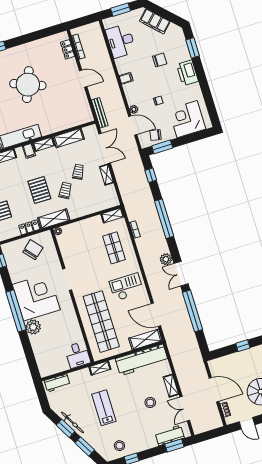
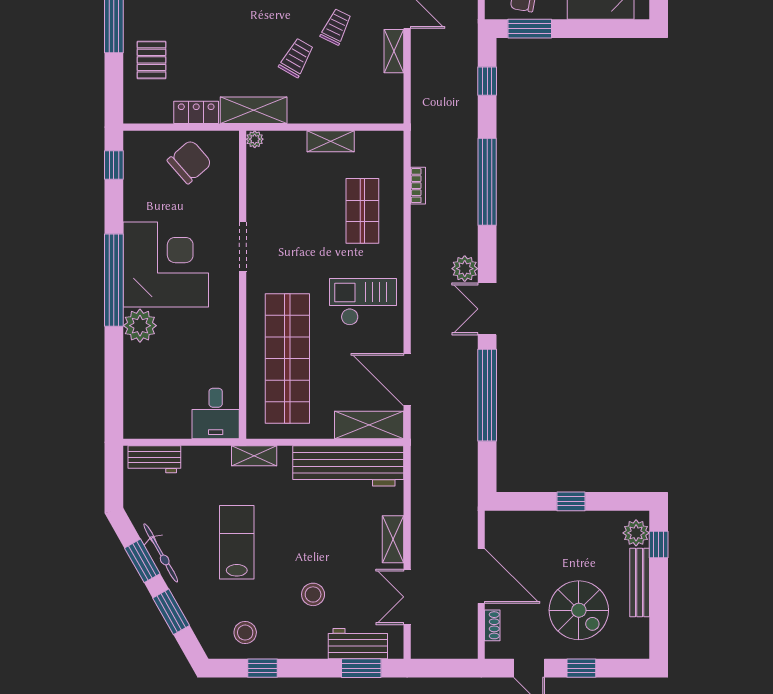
pallet: (39, 190) -> (242, 40), removed
shelving: (112, 215) -> (331, 141), moved
stool: (150, 403) -> (313, 594), moved

